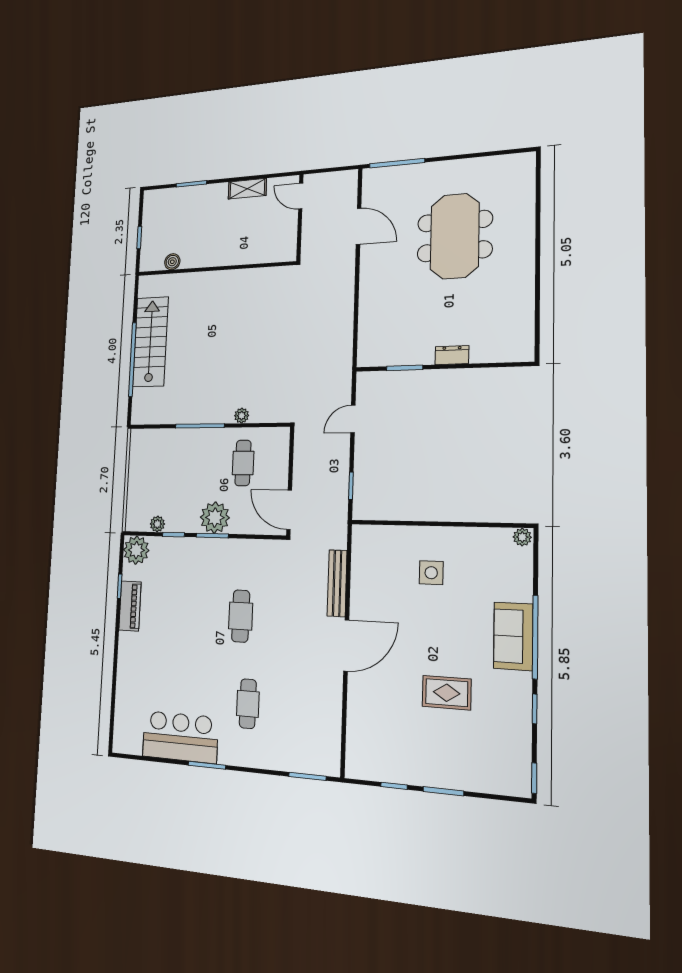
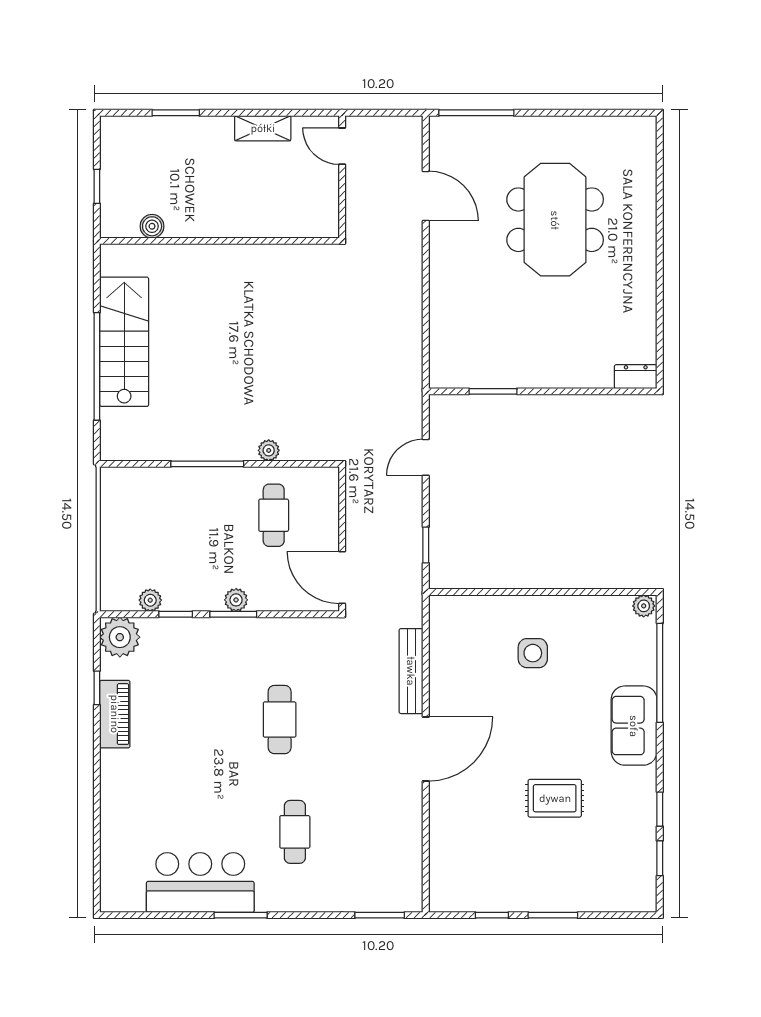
dresser: (452, 355) -> (636, 377), moved
plant: (215, 518) -> (236, 600), width x0.53, depth x0.53
window: (535, 637) -> (660, 673), moved
window: (534, 778) -> (660, 858), moved

